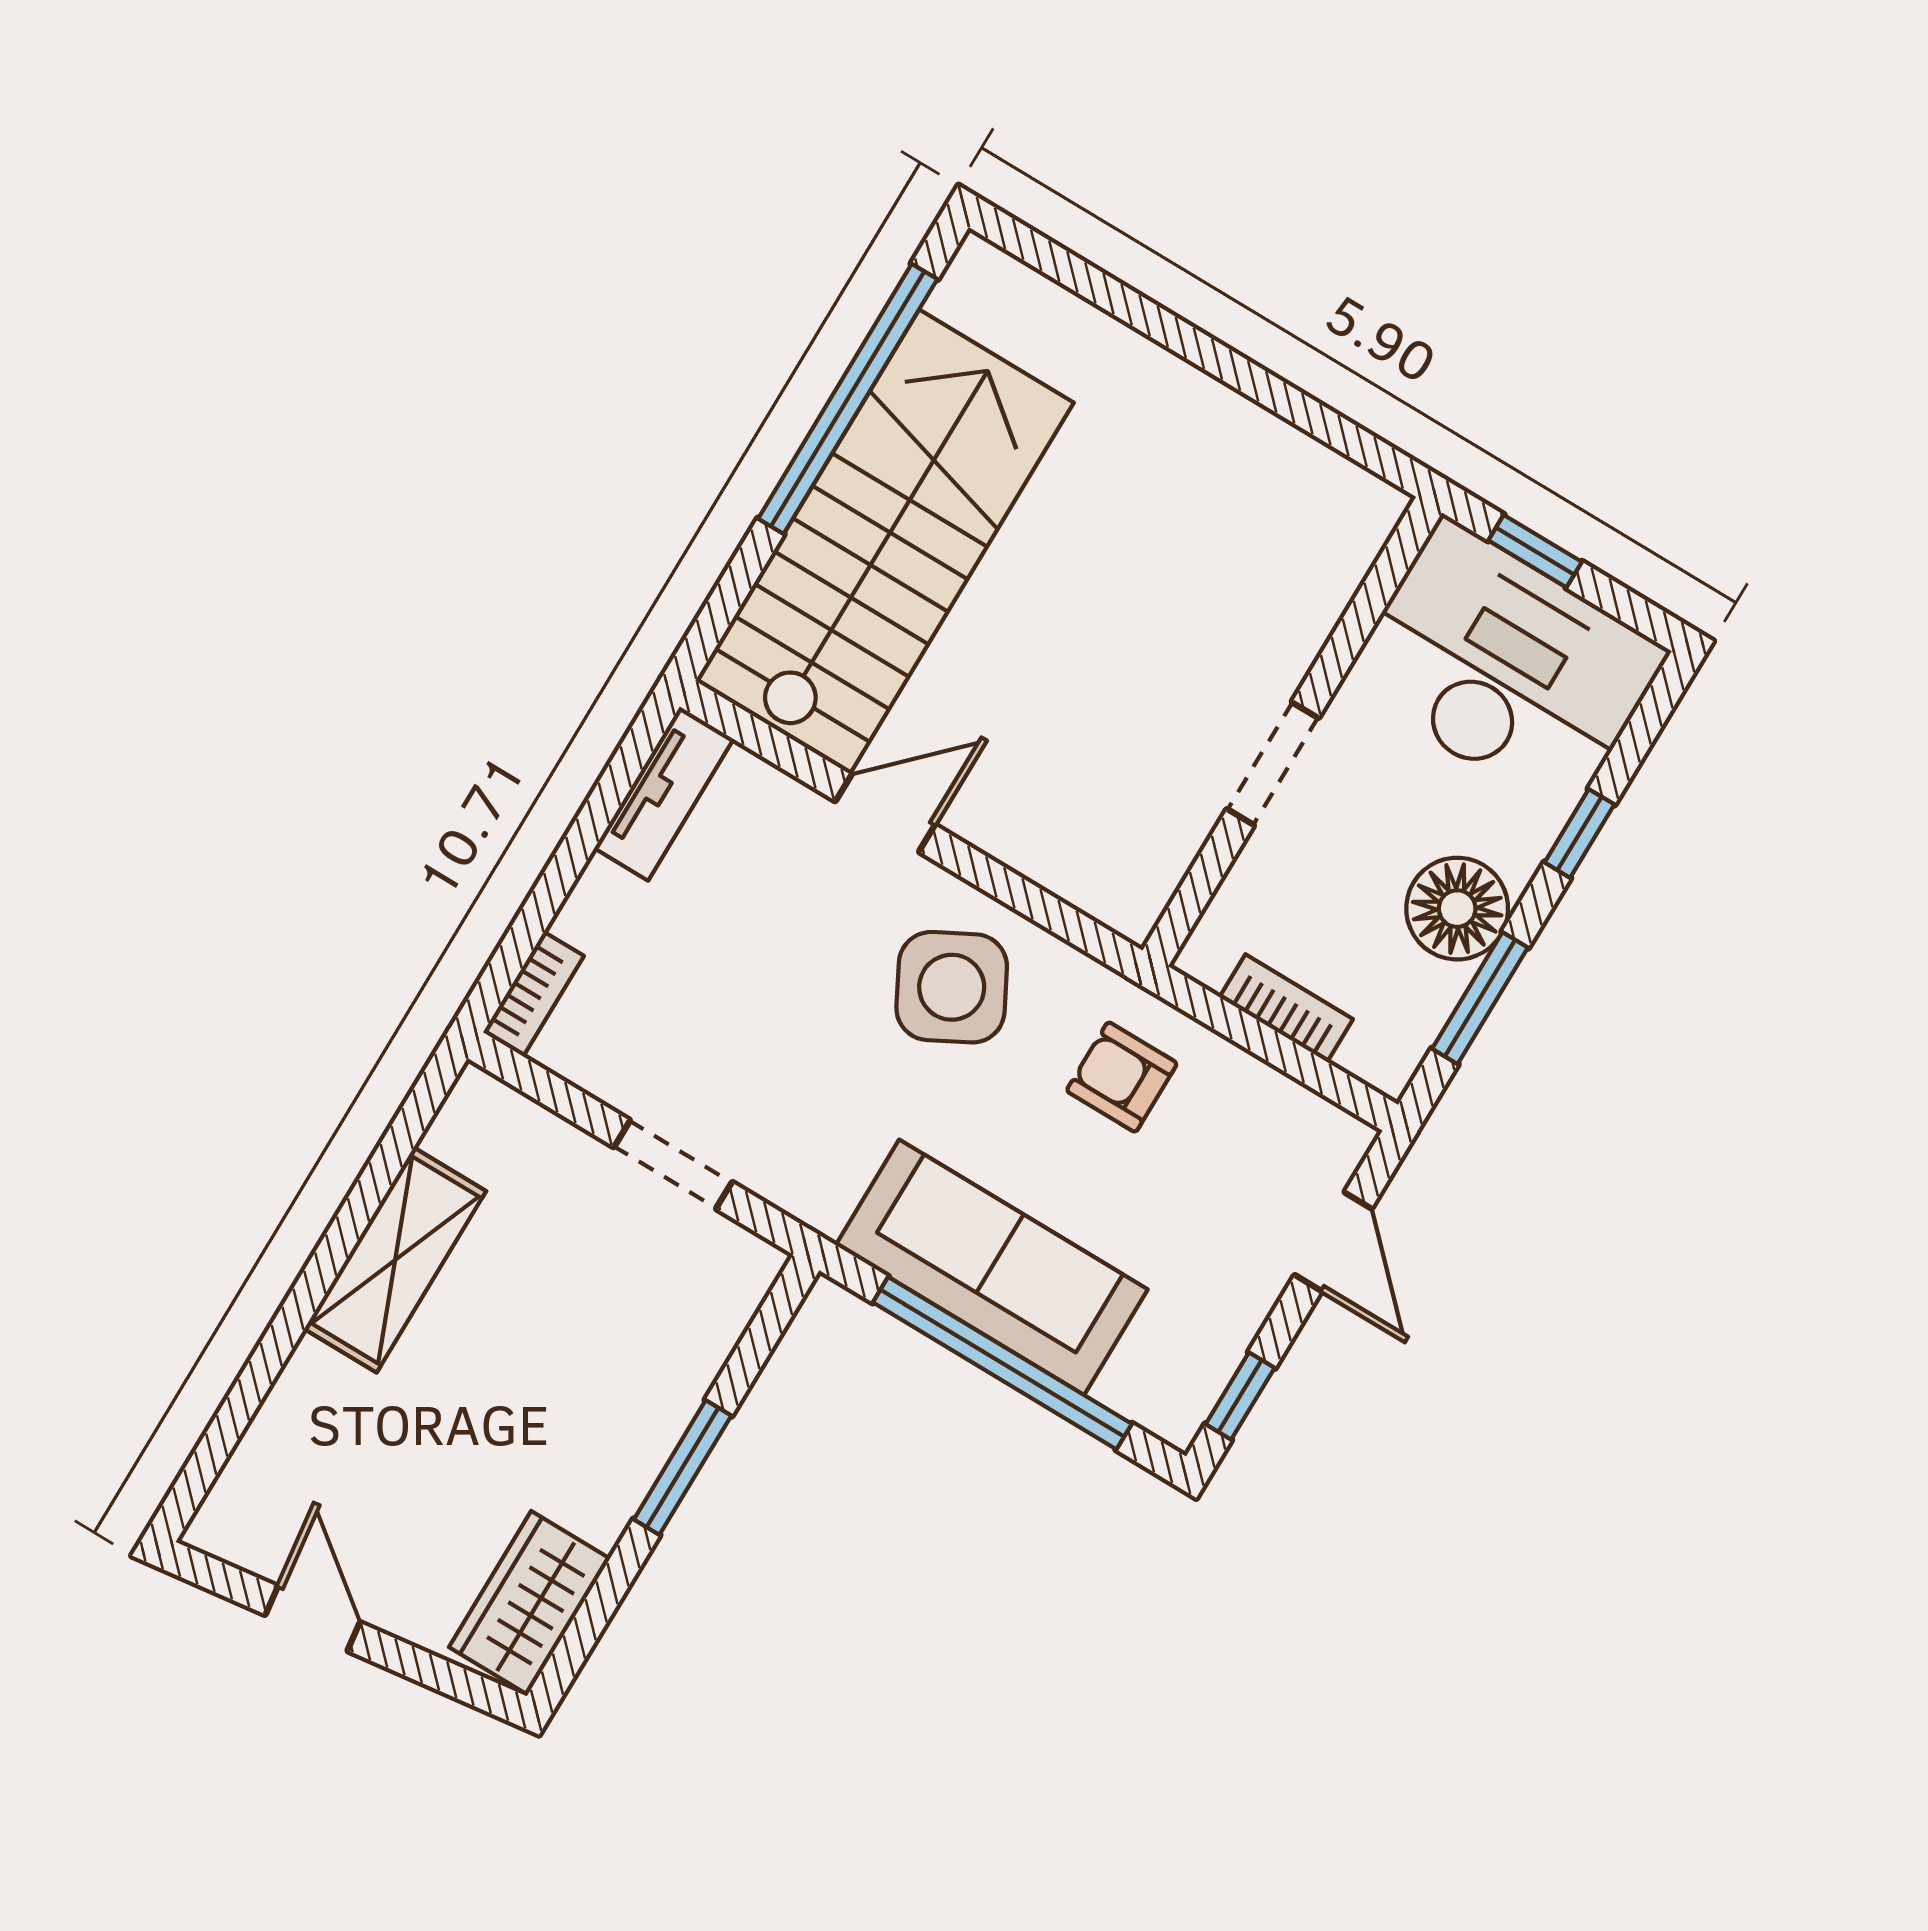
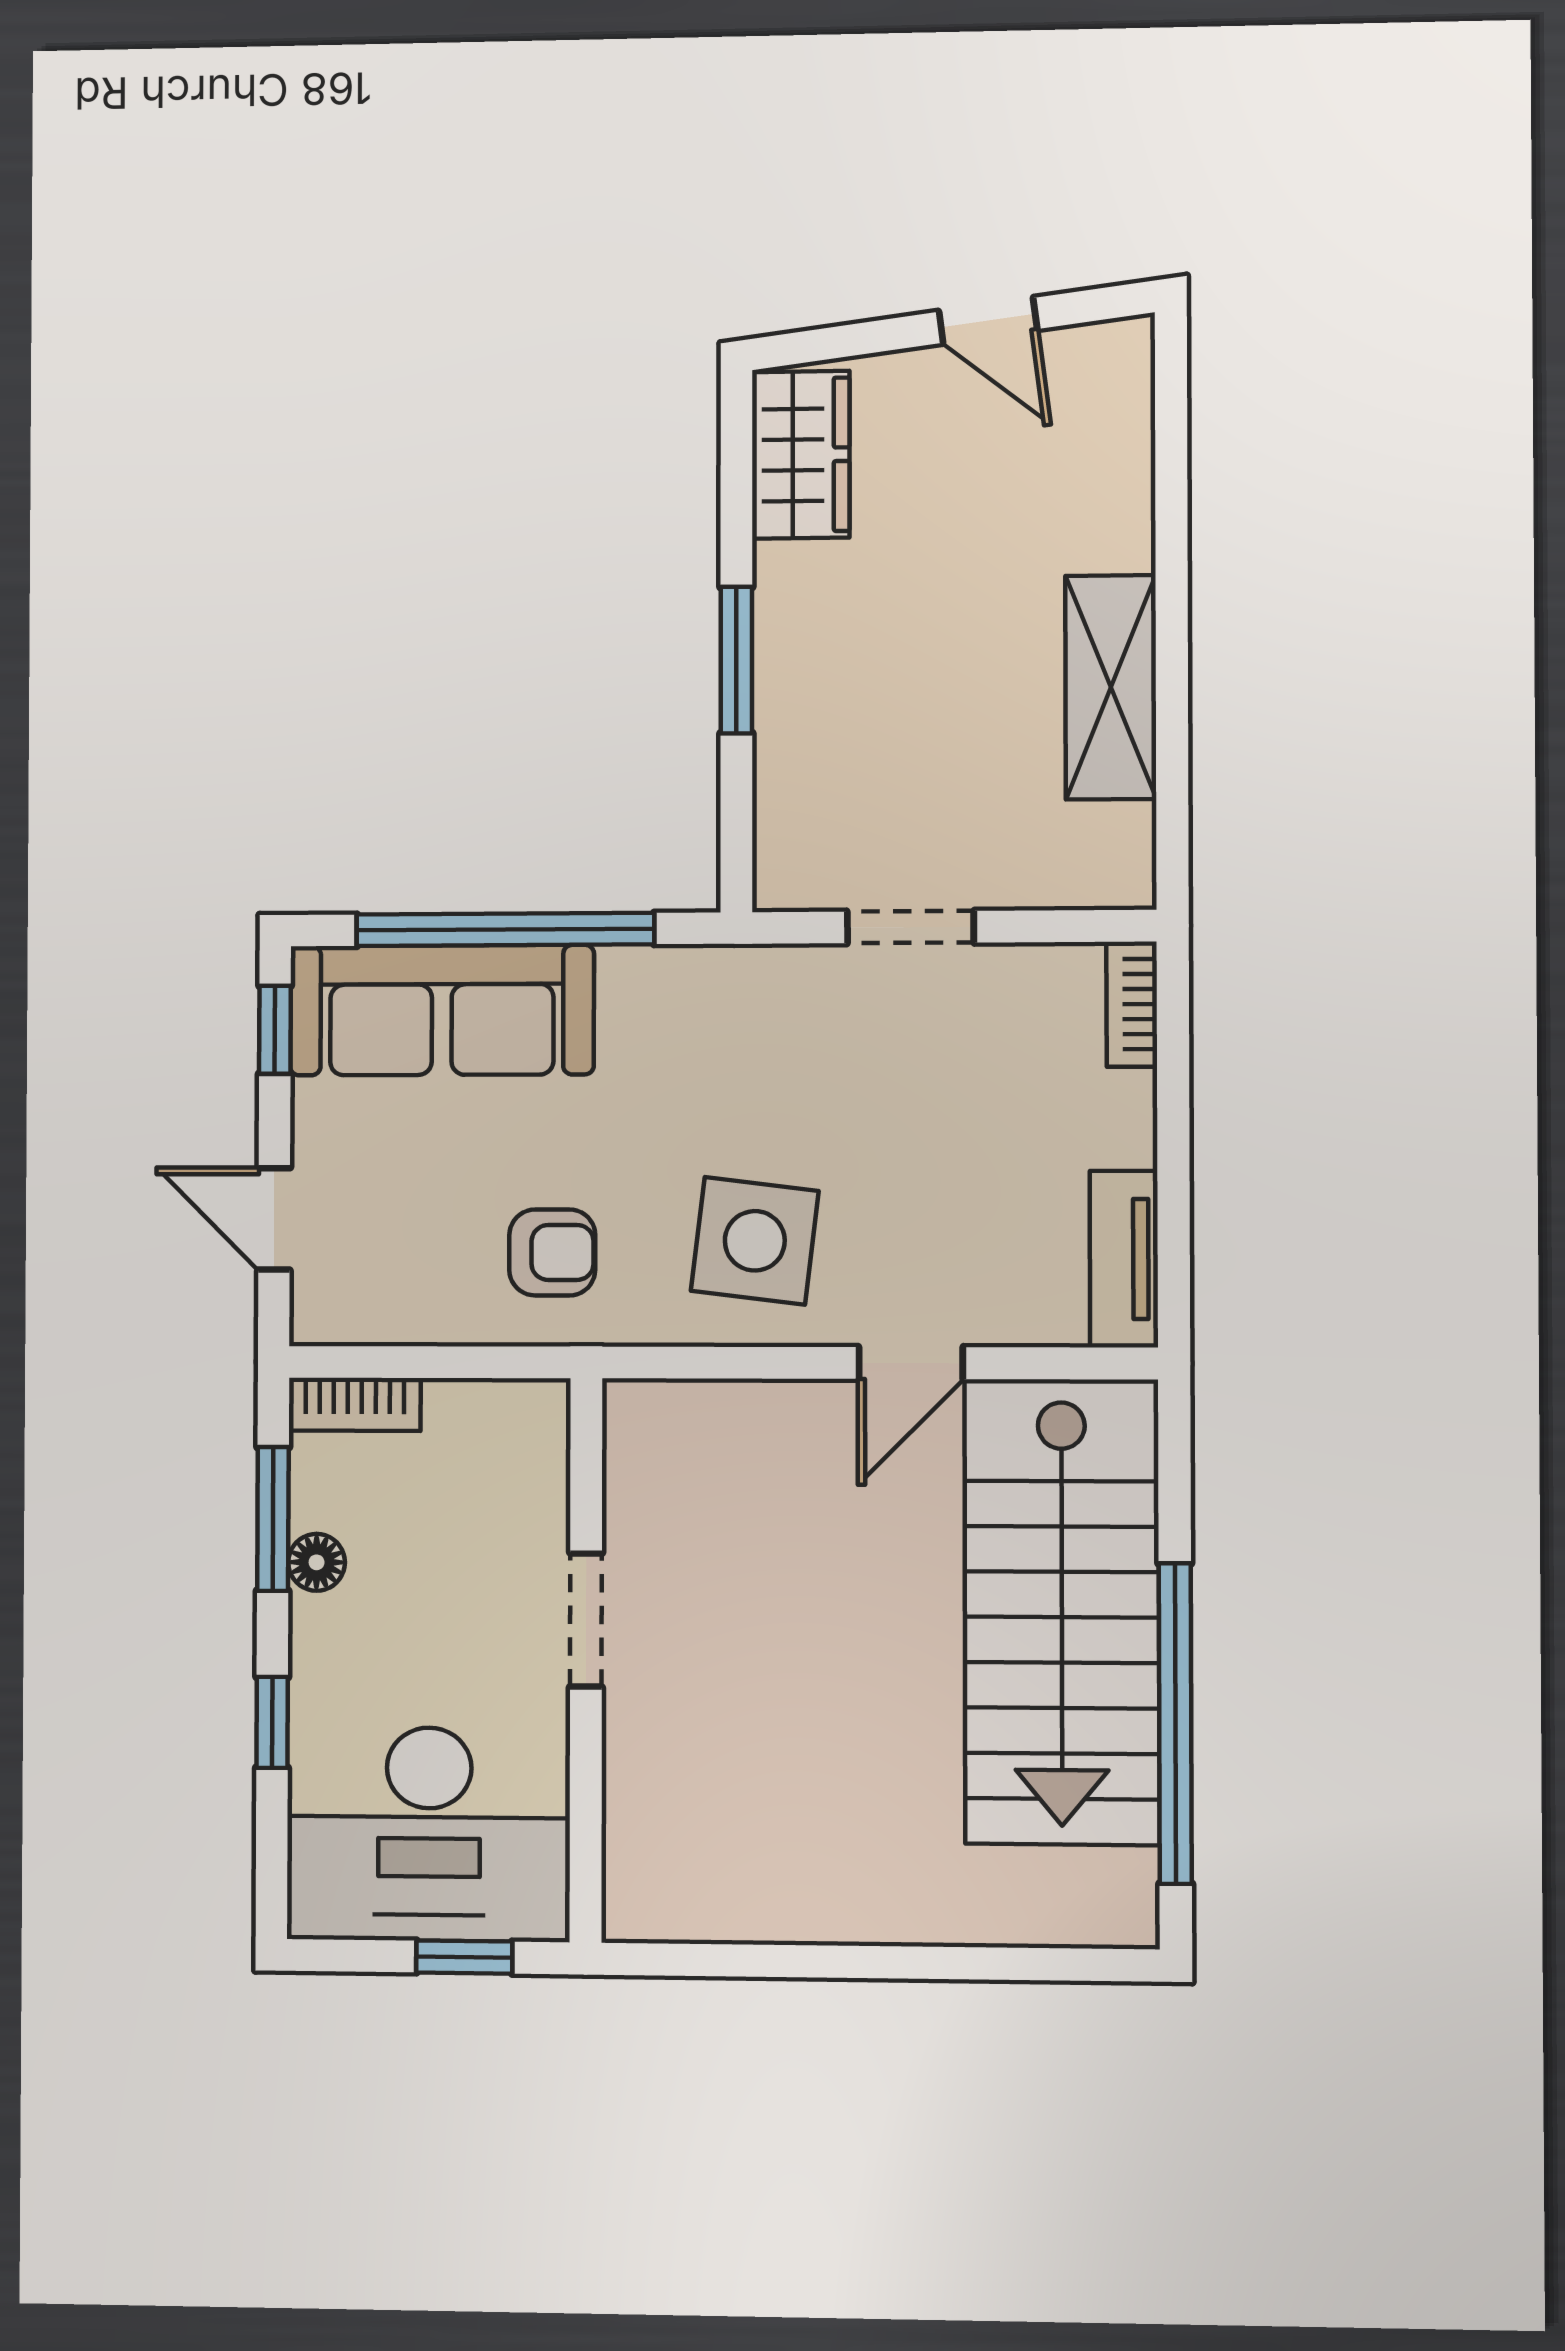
floor lamp: (1457, 909) -> (317, 1562), width x0.53, depth x0.53
side table: (952, 987) -> (755, 1241), turned 35
bookcase: (1286, 1008) -> (355, 1404), moved
sofa: (992, 1267) -> (442, 1010), moved

